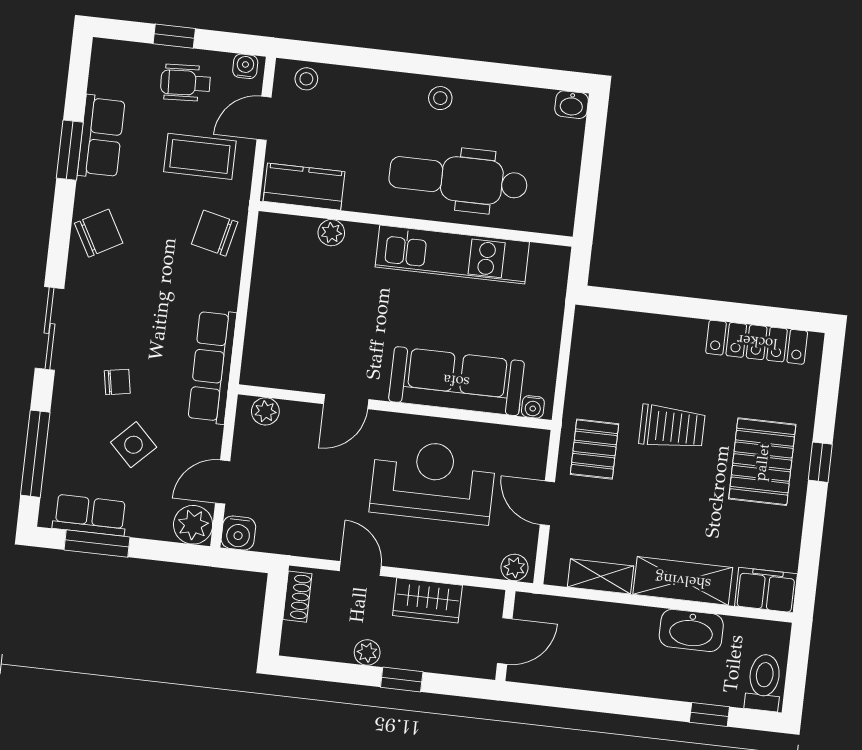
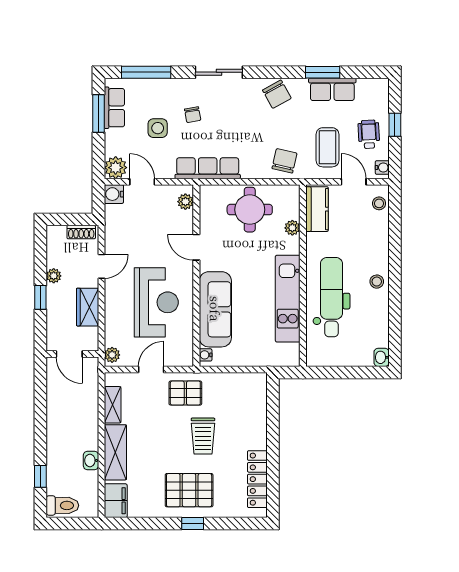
round table: (292, 302) -> (250, 210), added
side table: (134, 445) -> (158, 128), turned 45
washbasin: (691, 630) -> (91, 460), width x0.52, depth x0.69

